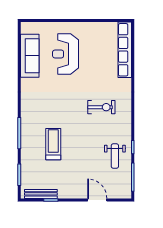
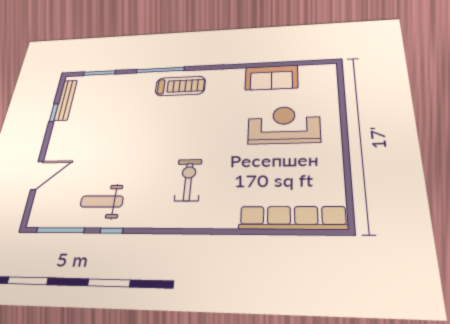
sofa: (30, 56) -> (271, 78), width x0.73
exercise bike: (101, 107) -> (188, 180), turned 180
treadmill: (53, 144) -> (180, 86), moved

